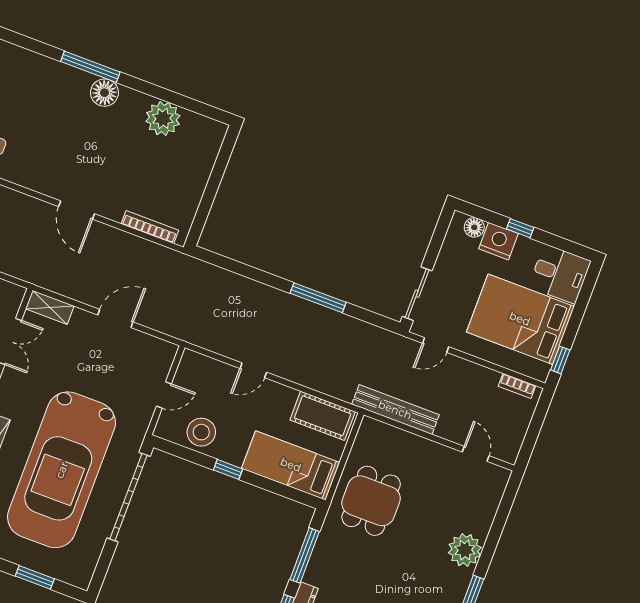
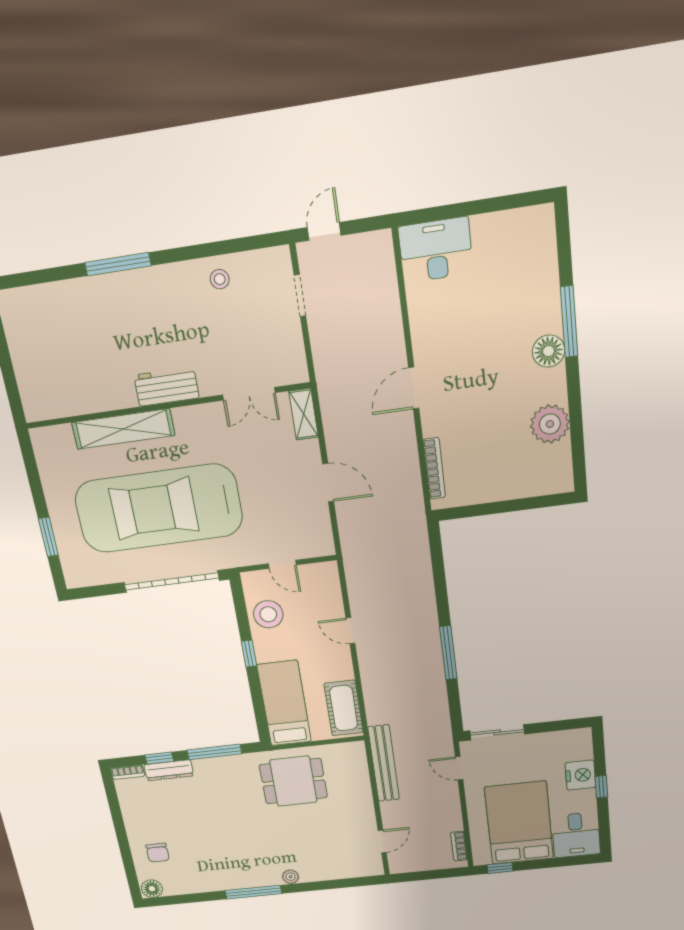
floor lamp: (474, 227) -> (583, 750), removed
plant: (465, 550) -> (291, 877), width x0.53, depth x0.53

